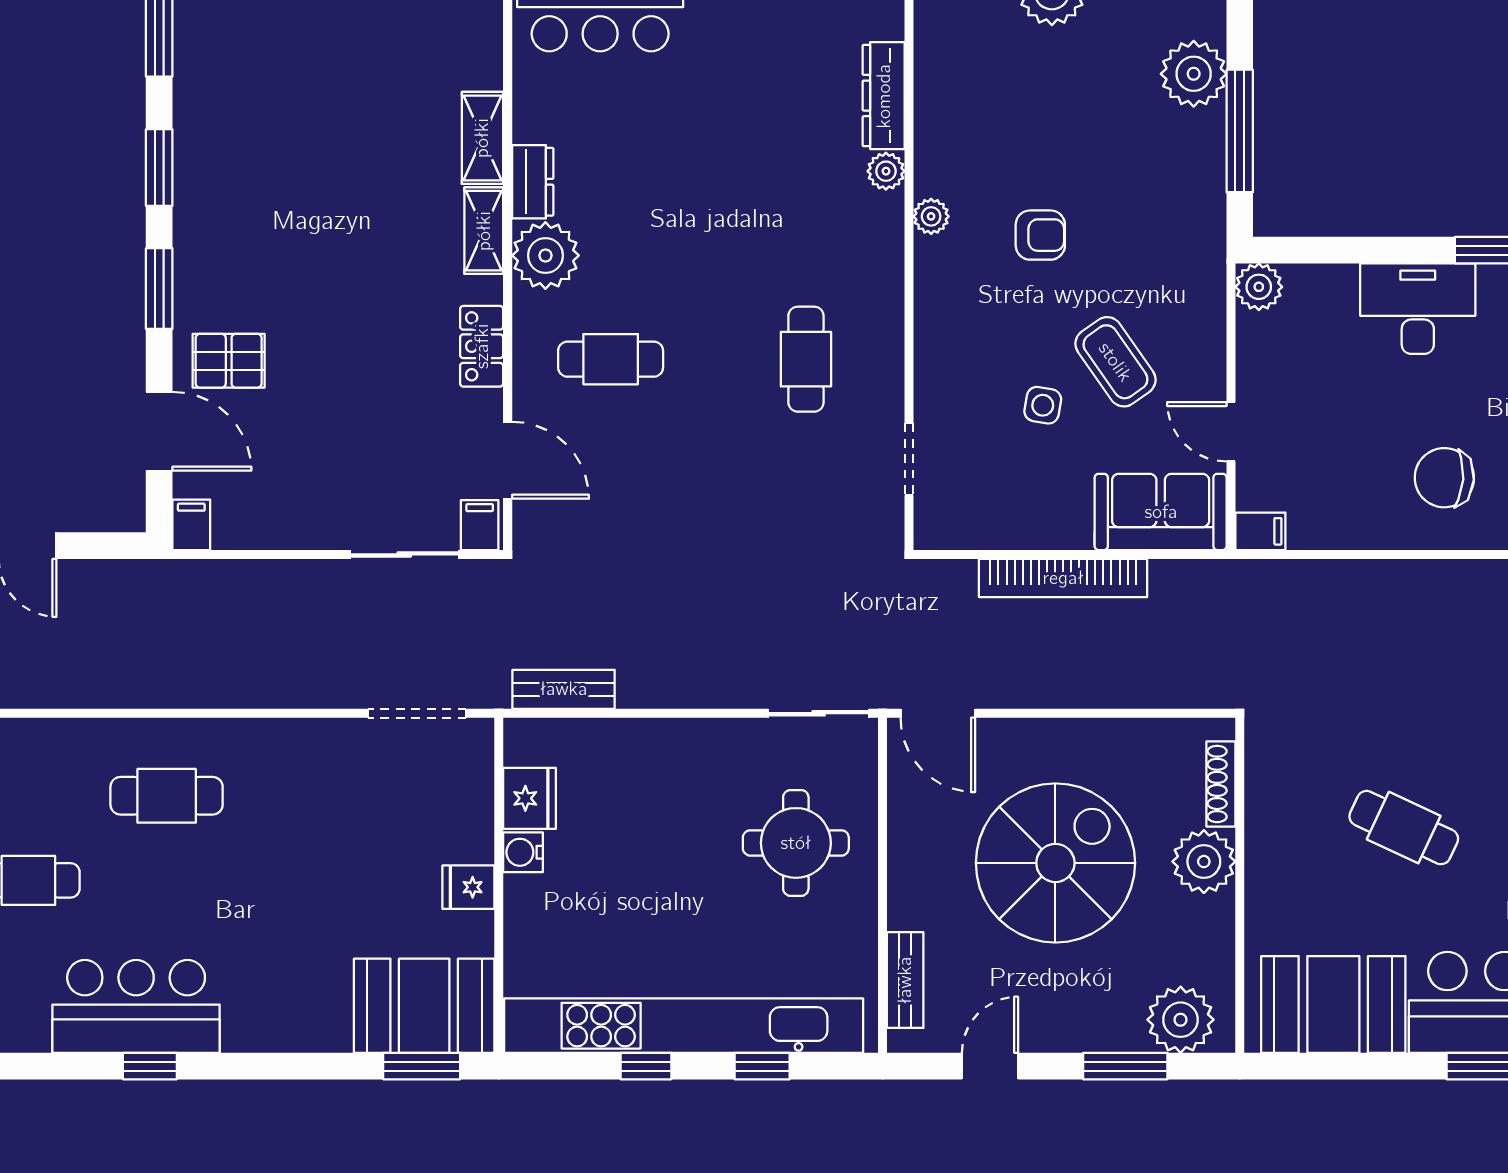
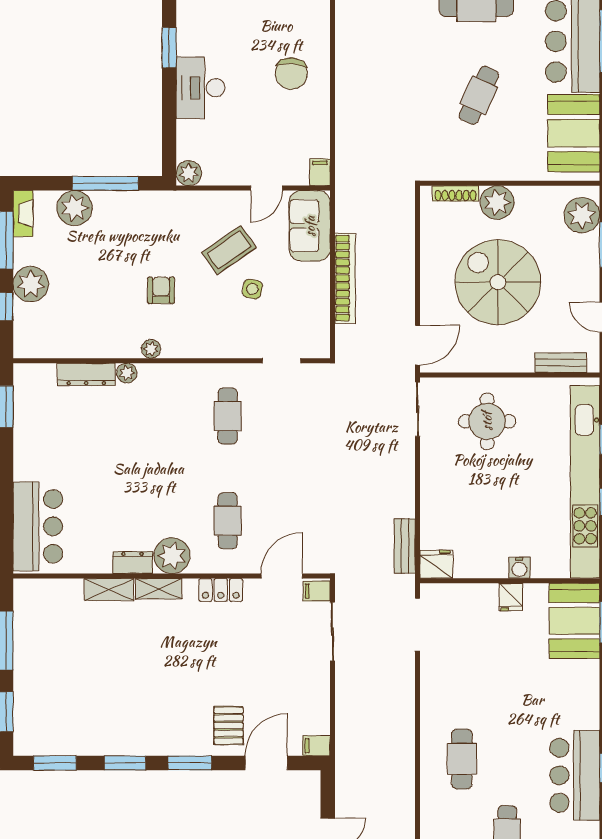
cafe table: (806, 359) -> (228, 416), turned 90
fridge: (530, 798) -> (436, 564), moved
water cooler: (523, 852) -> (519, 568), moved

